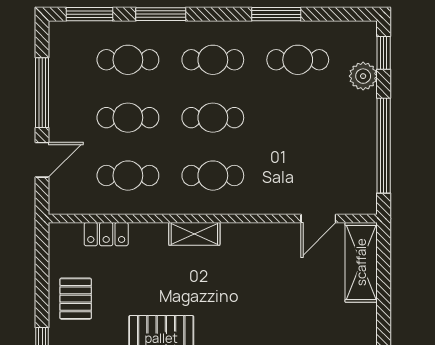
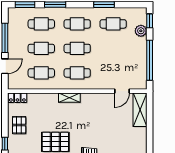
locker: (106, 234) -> (17, 98), moved

